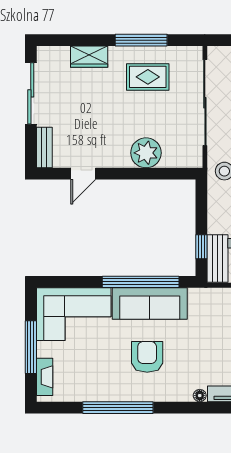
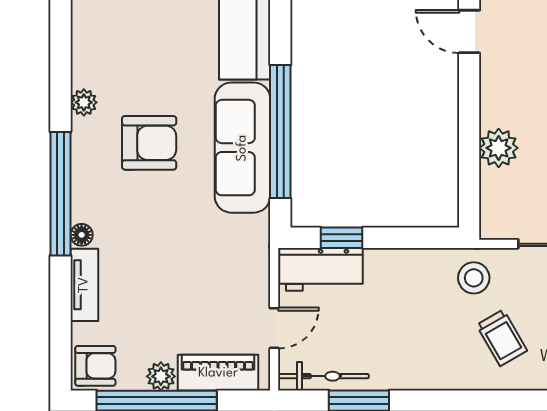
plant: (146, 153) -> (499, 148), width x0.73, depth x0.73
plant: (124, 394) -> (84, 102), added
window: (118, 408) -> (61, 194), moved

